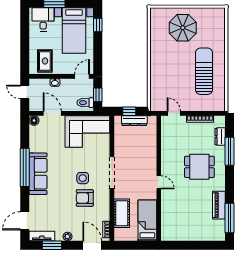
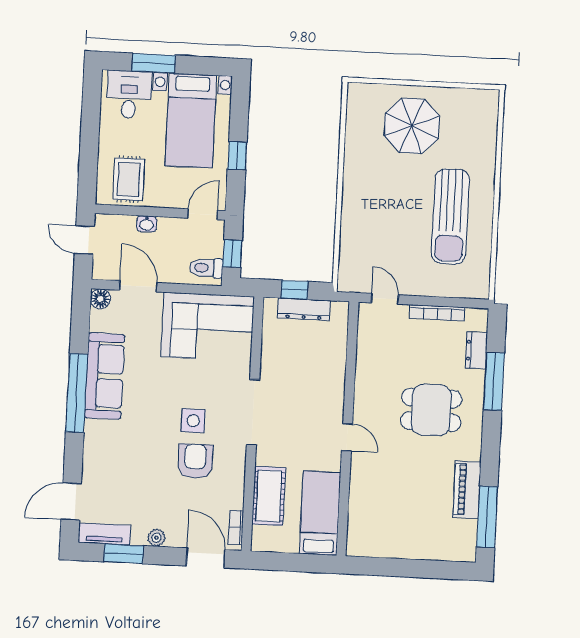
window: (98, 25) -> (237, 156), moved
sun lounger: (204, 71) -> (450, 216), turned 180
sofa: (38, 174) -> (105, 376), moved
armchair: (85, 198) -> (195, 461), turned 90

